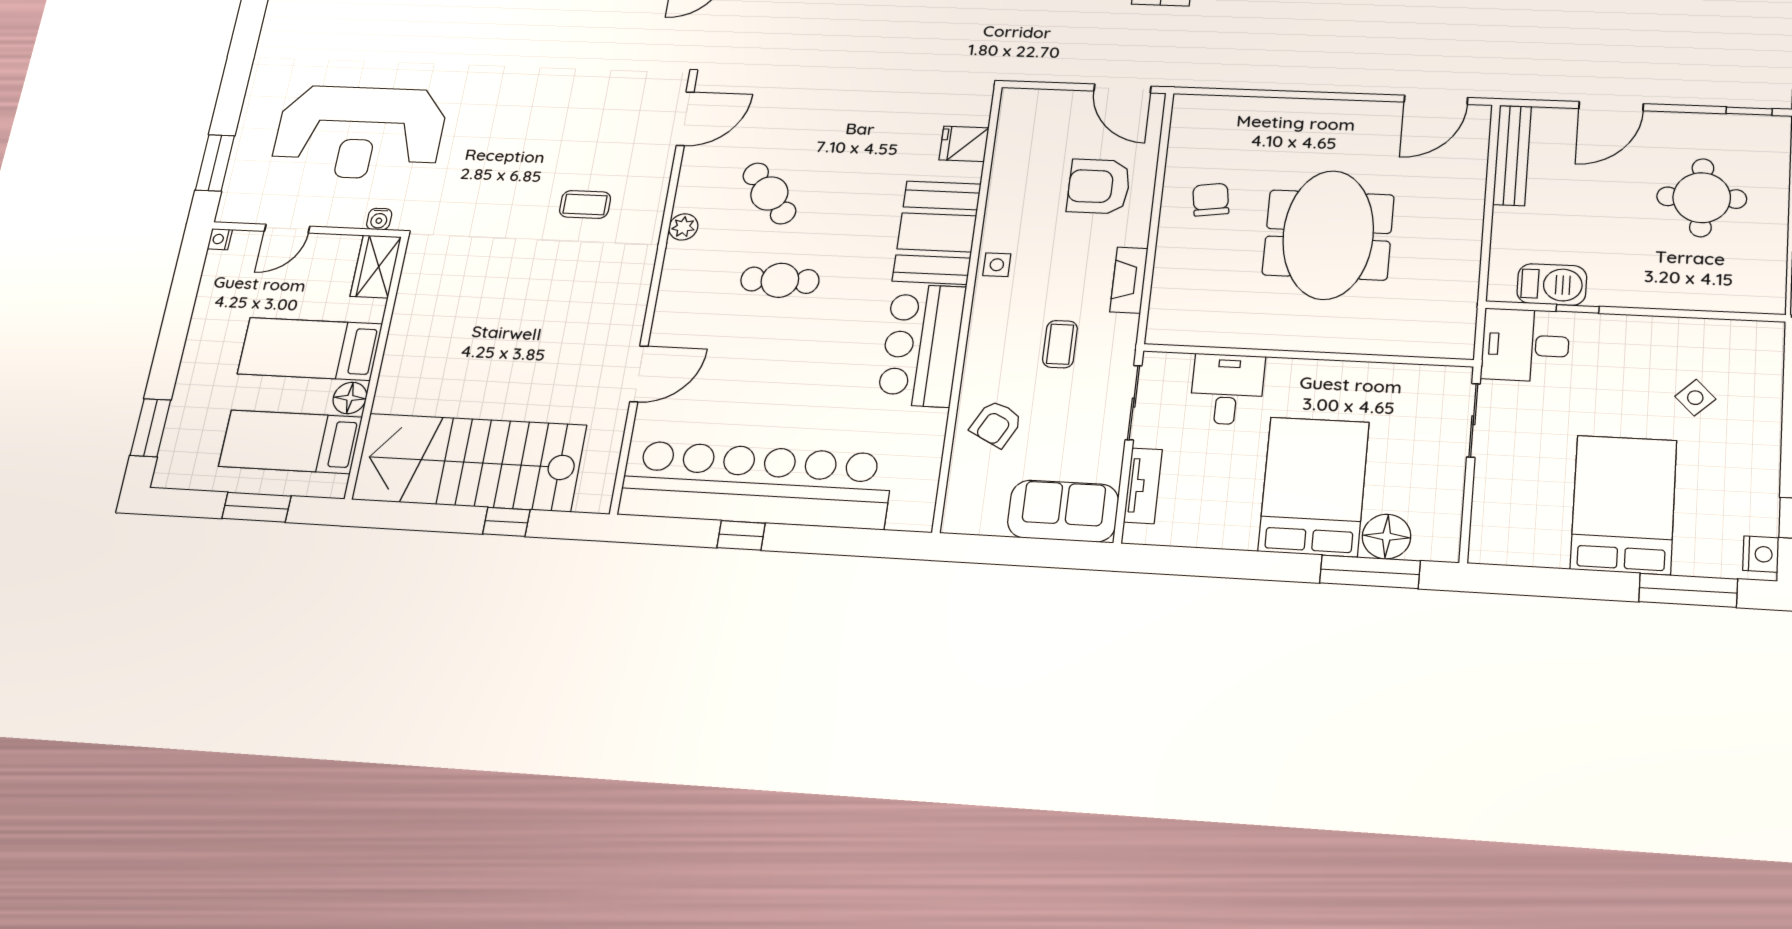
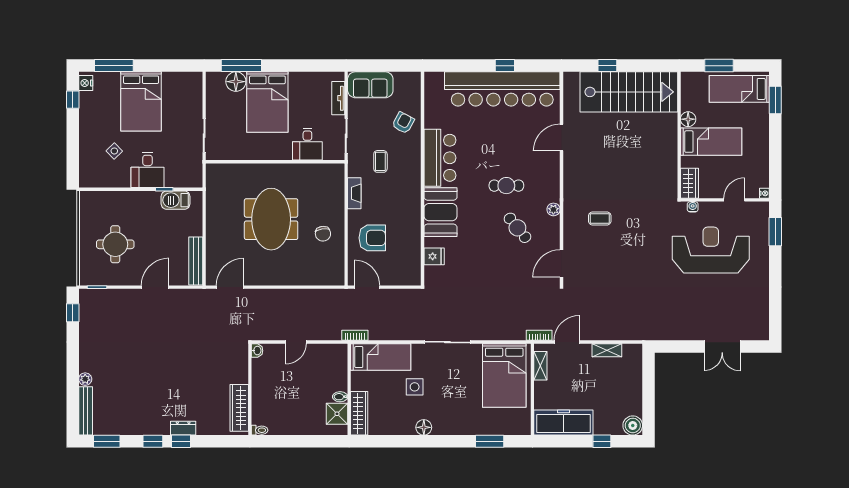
side table: (997, 265) -> (412, 198), removed
desk: (1525, 345) -> (147, 170), moved, turned 90
bed: (290, 442) -> (739, 89), moved, turned 180

